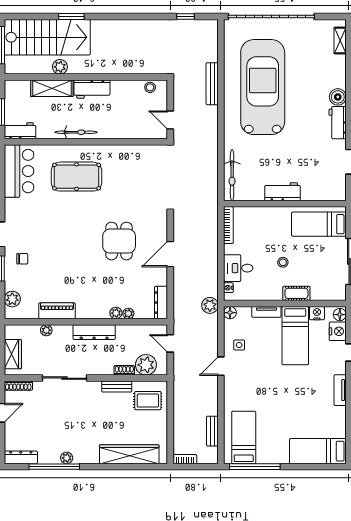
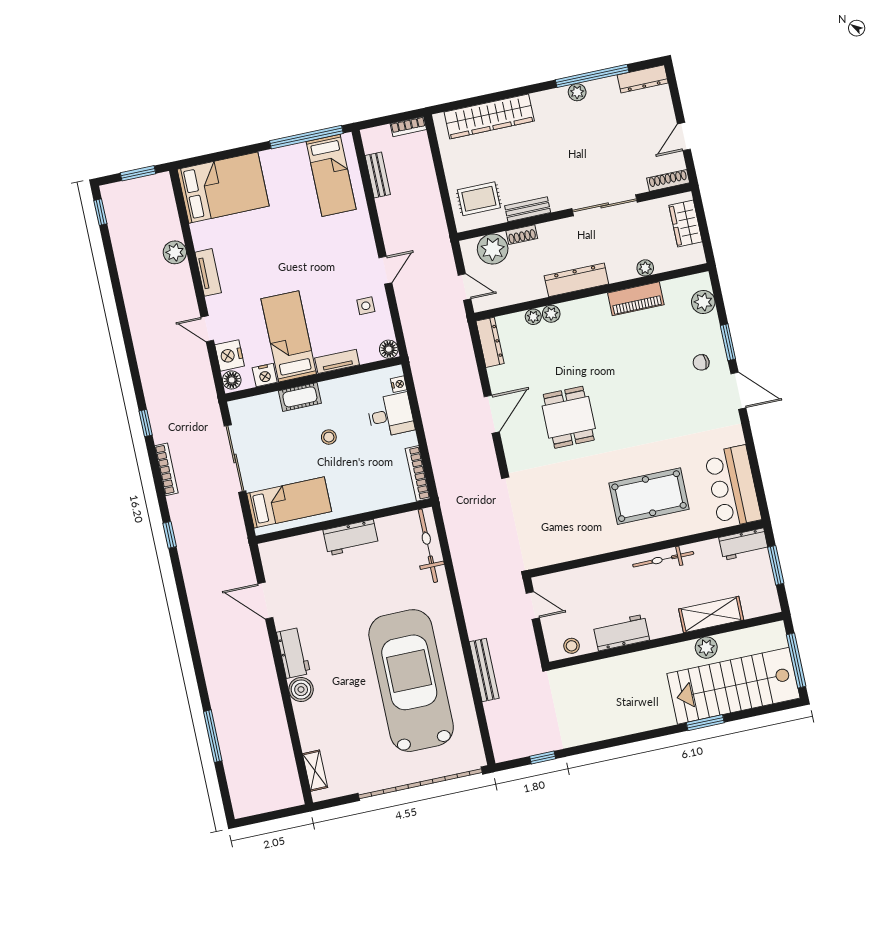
car: (263, 87) -> (411, 681), turned 180
workbench: (92, 89) -> (621, 633), moved
plant: (210, 305) -> (420, 353), removed
bed: (318, 451) -> (223, 188), width x1.50

